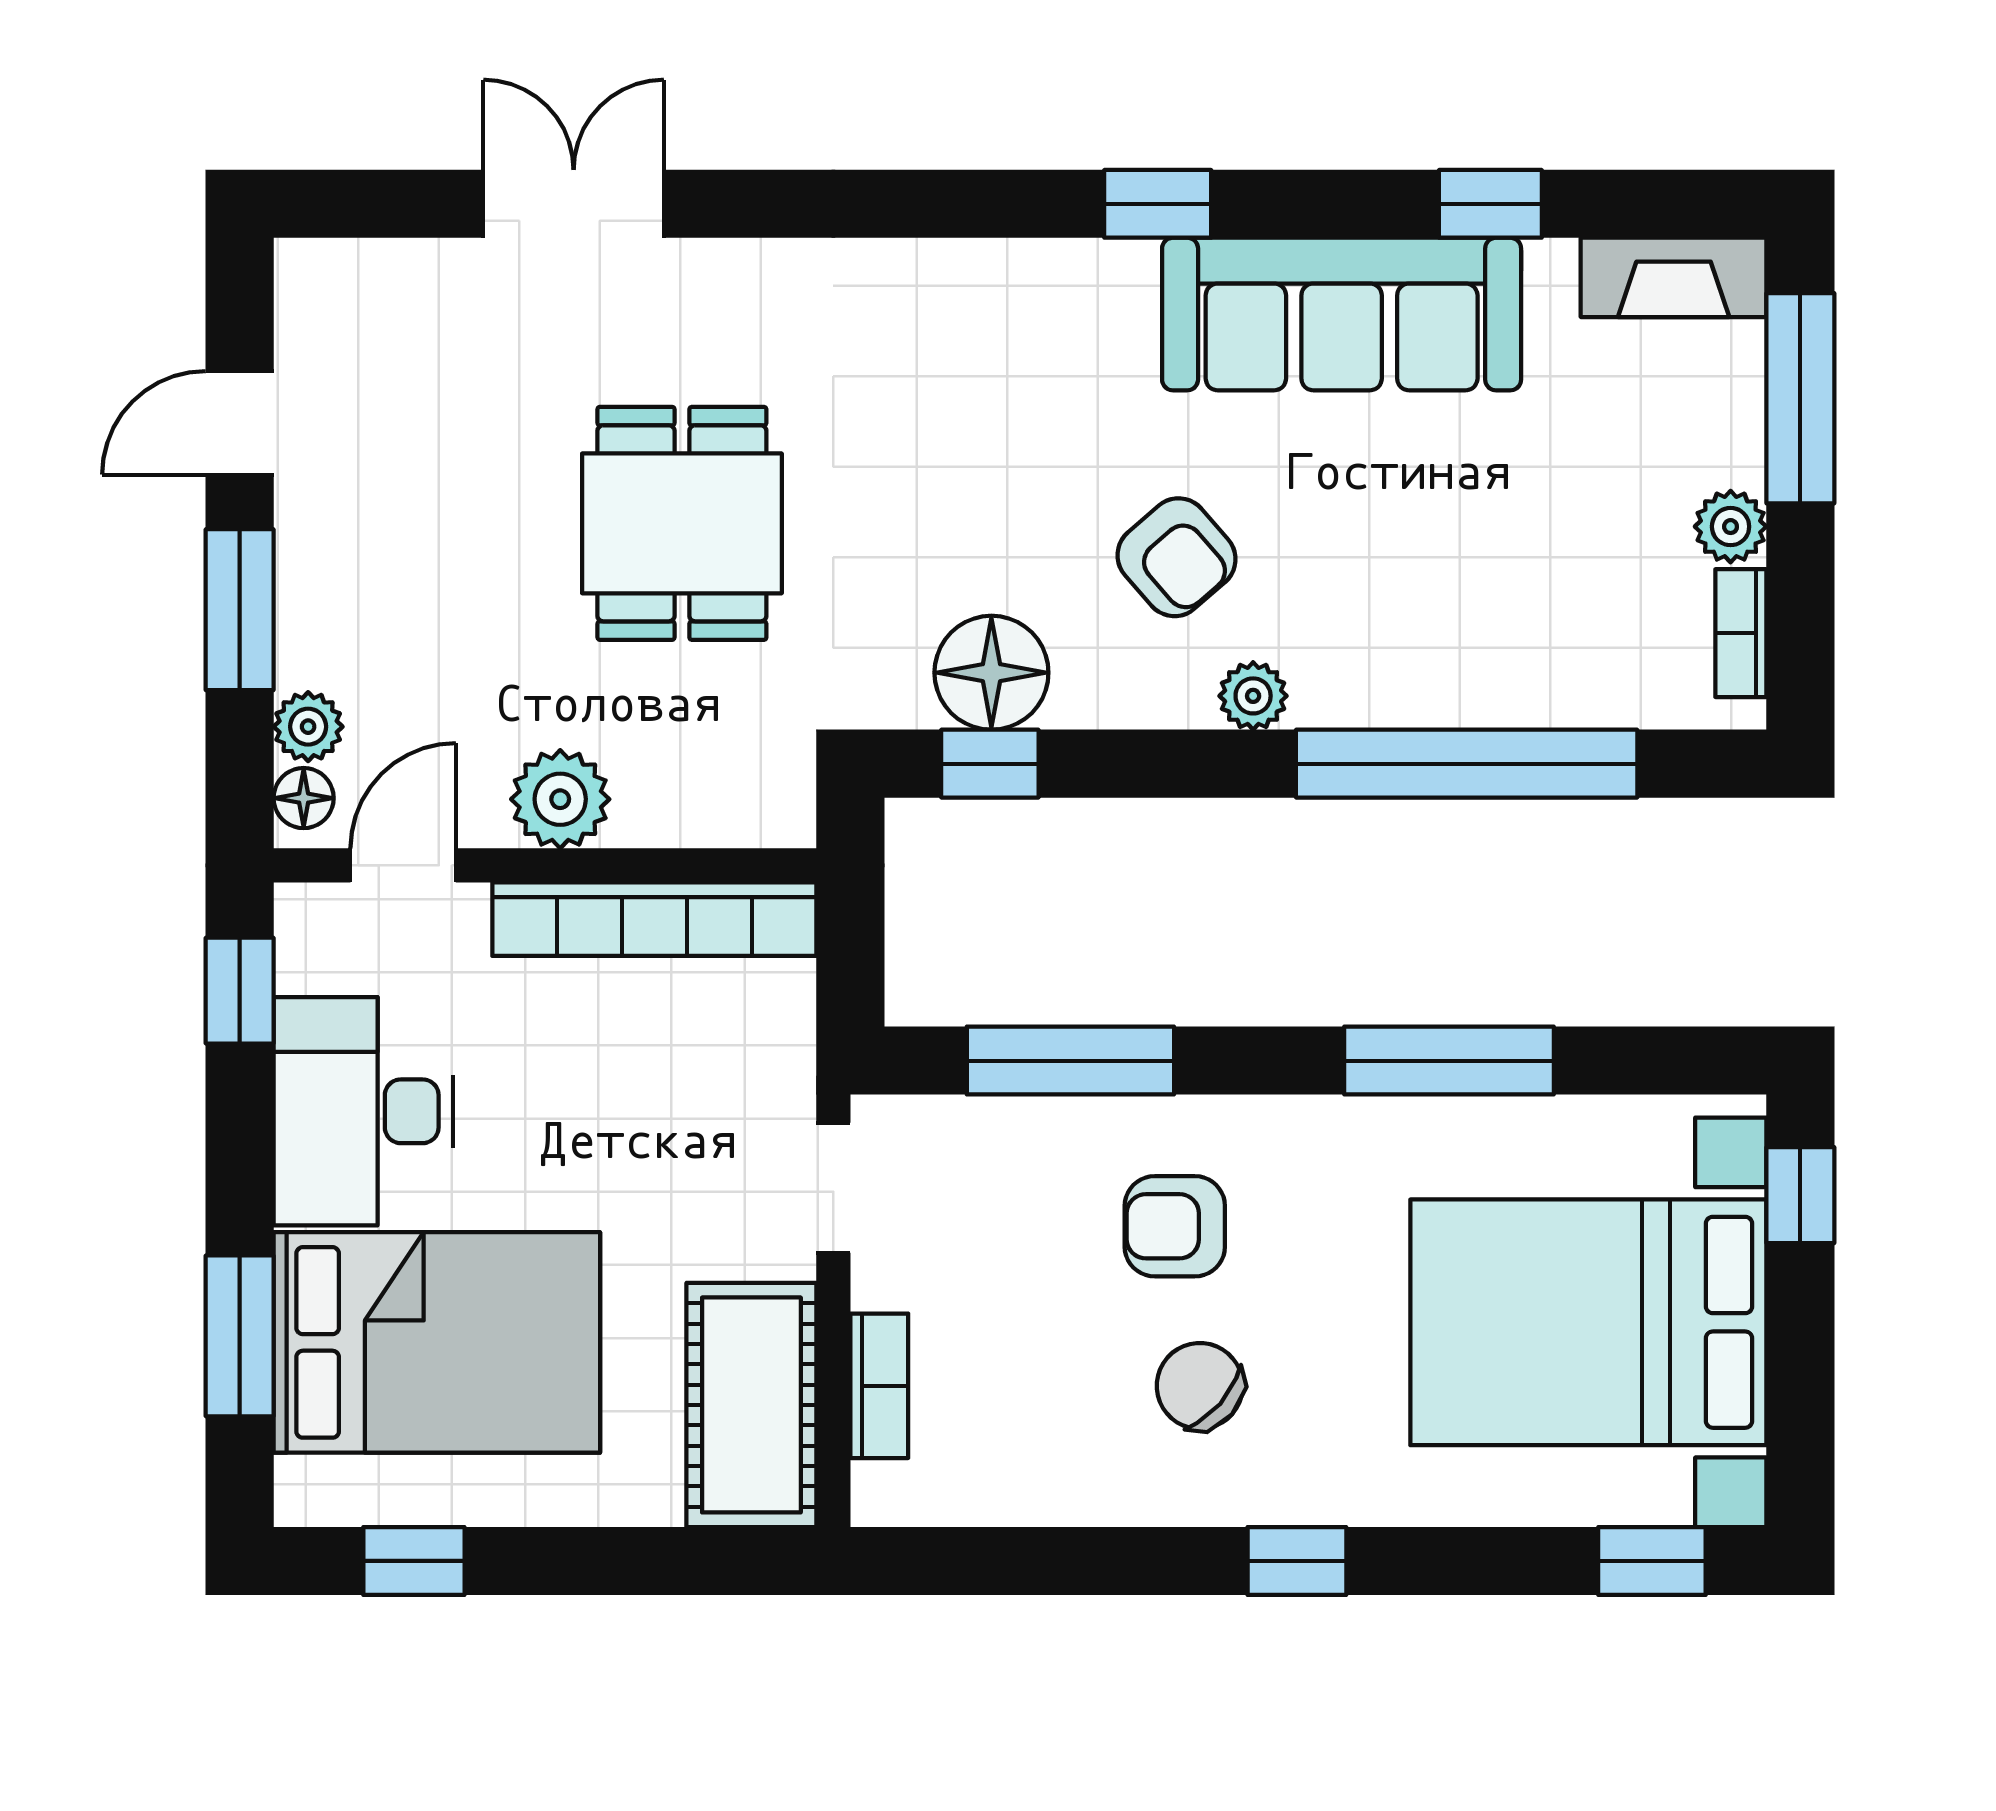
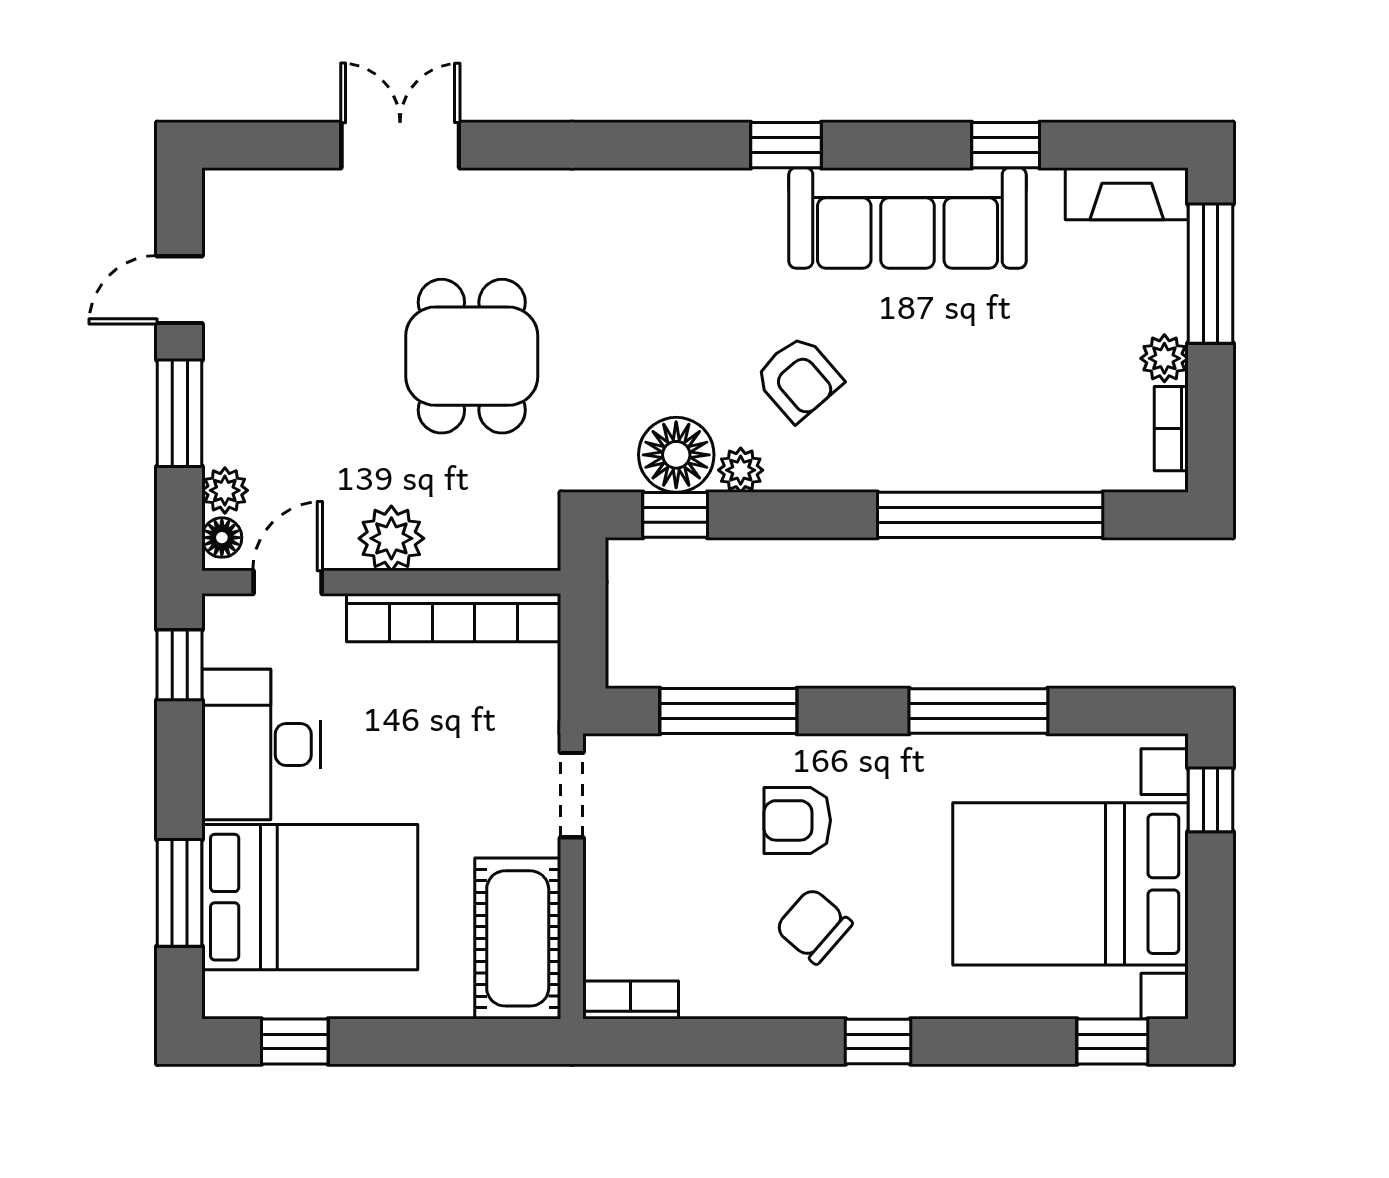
plant: (1253, 696) -> (741, 470), moved
bookcase: (879, 1386) -> (631, 1000), moved, turned -90

